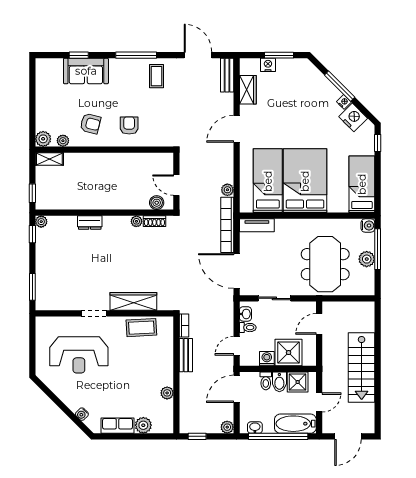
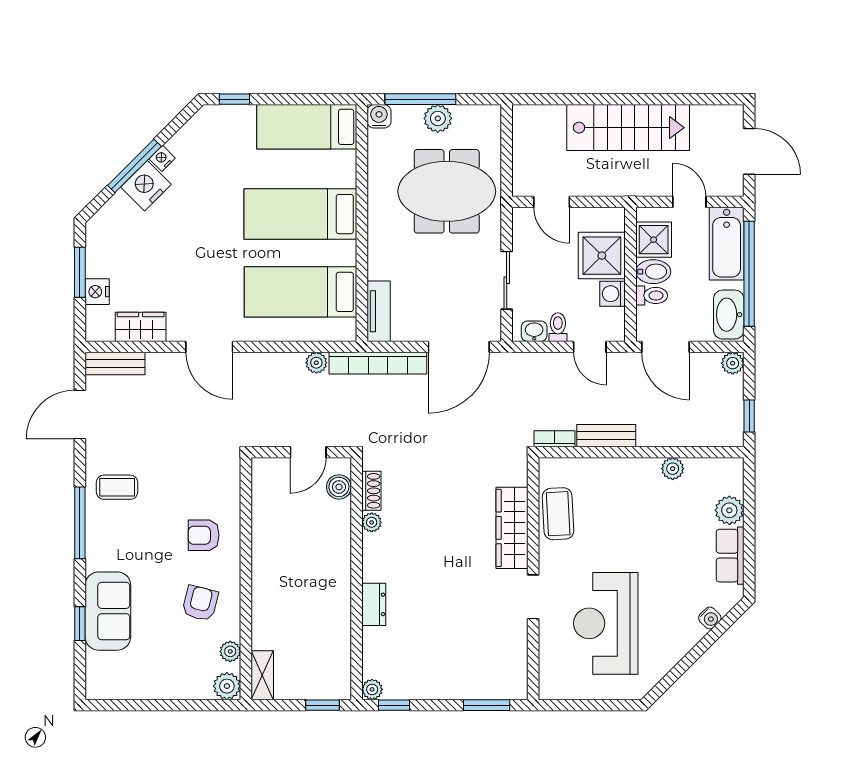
nightstand: (353, 117) -> (146, 186), moved
bed: (305, 181) -> (300, 214), width x0.67
reception desk: (79, 355) -> (606, 623), turned 180
washbasin: (255, 428) -> (729, 315), width x1.91, depth x1.45

